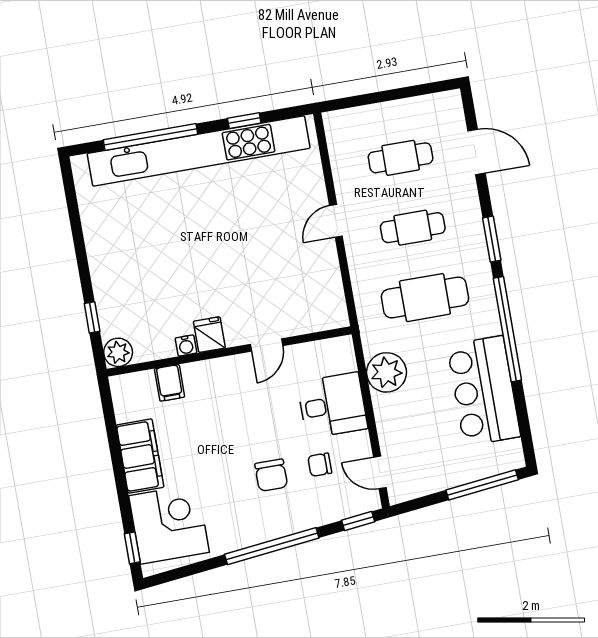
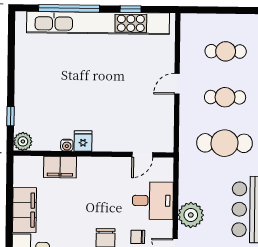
door: (267, 345) -> (142, 155), moved
plant: (387, 372) -> (191, 215), moved
filing cabinet: (170, 383) -> (60, 167), width x2.00

